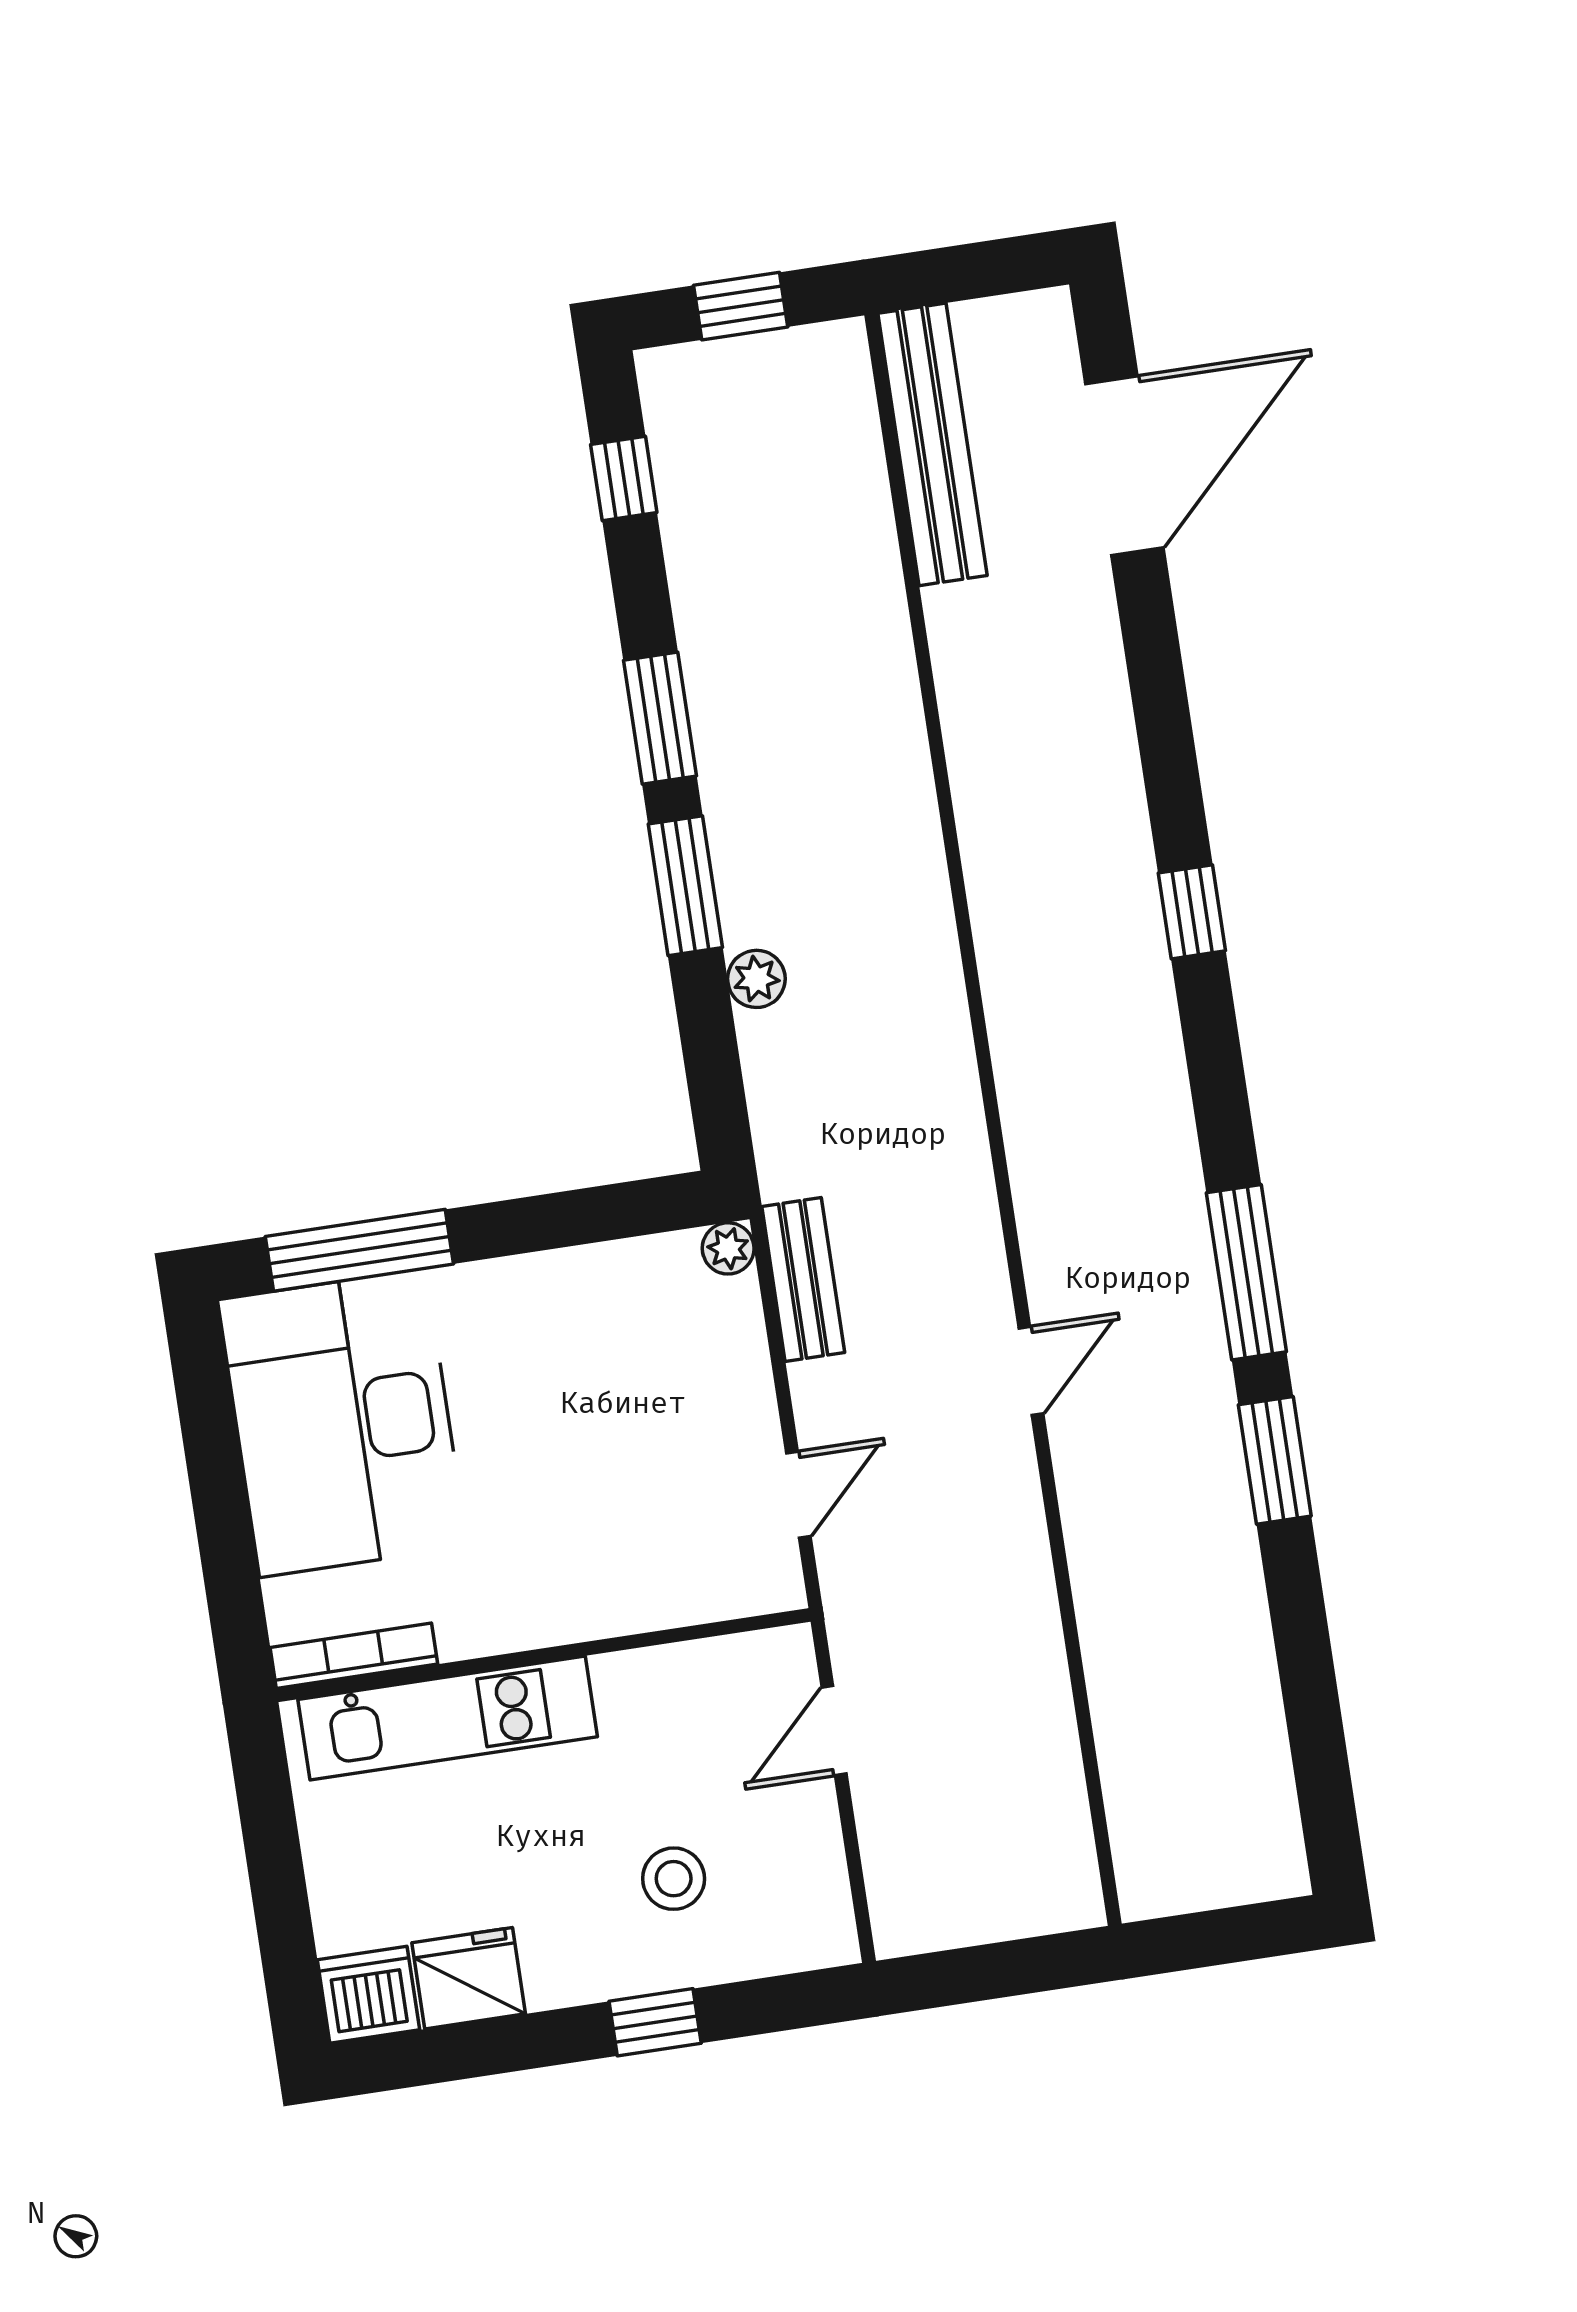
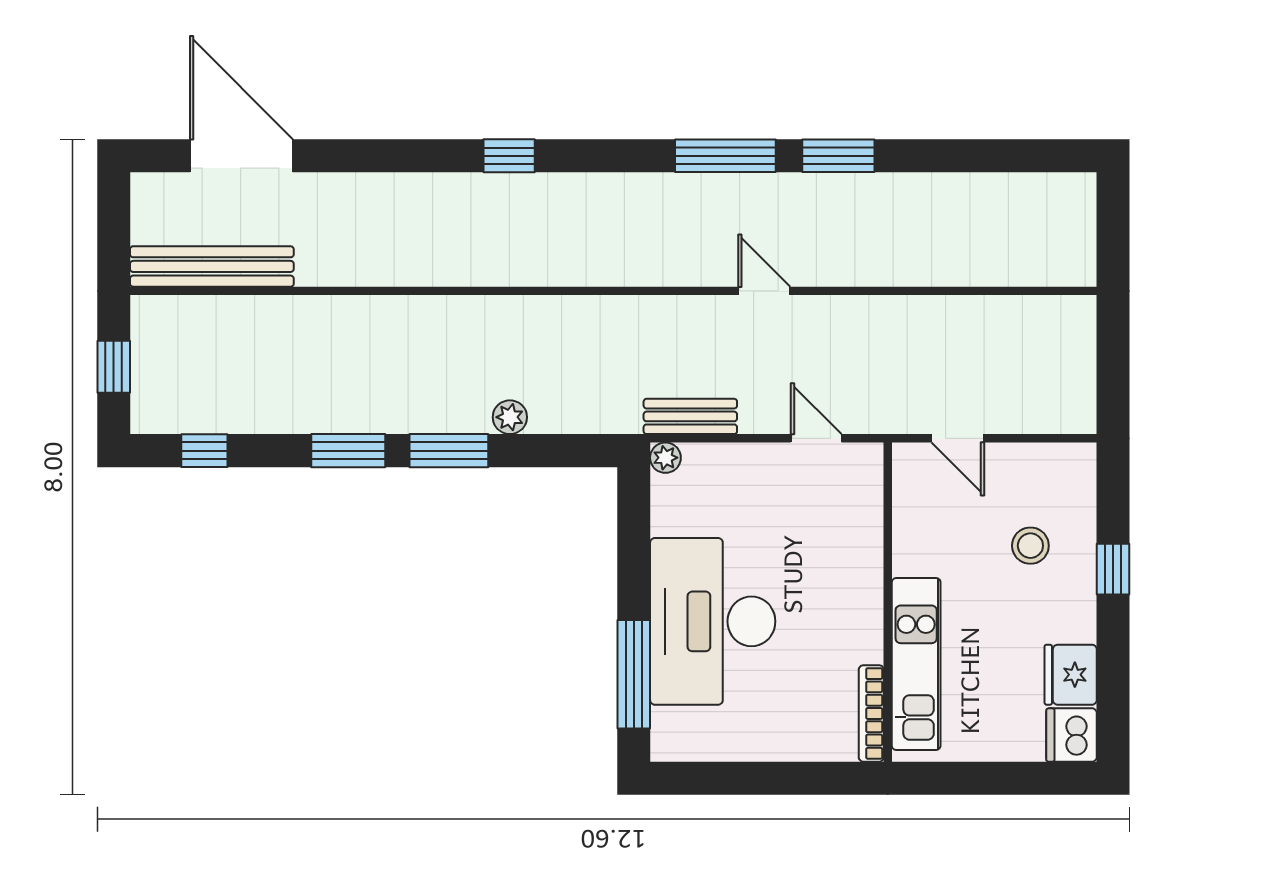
desk: (343, 1423) -> (713, 621), moved, turned 90

